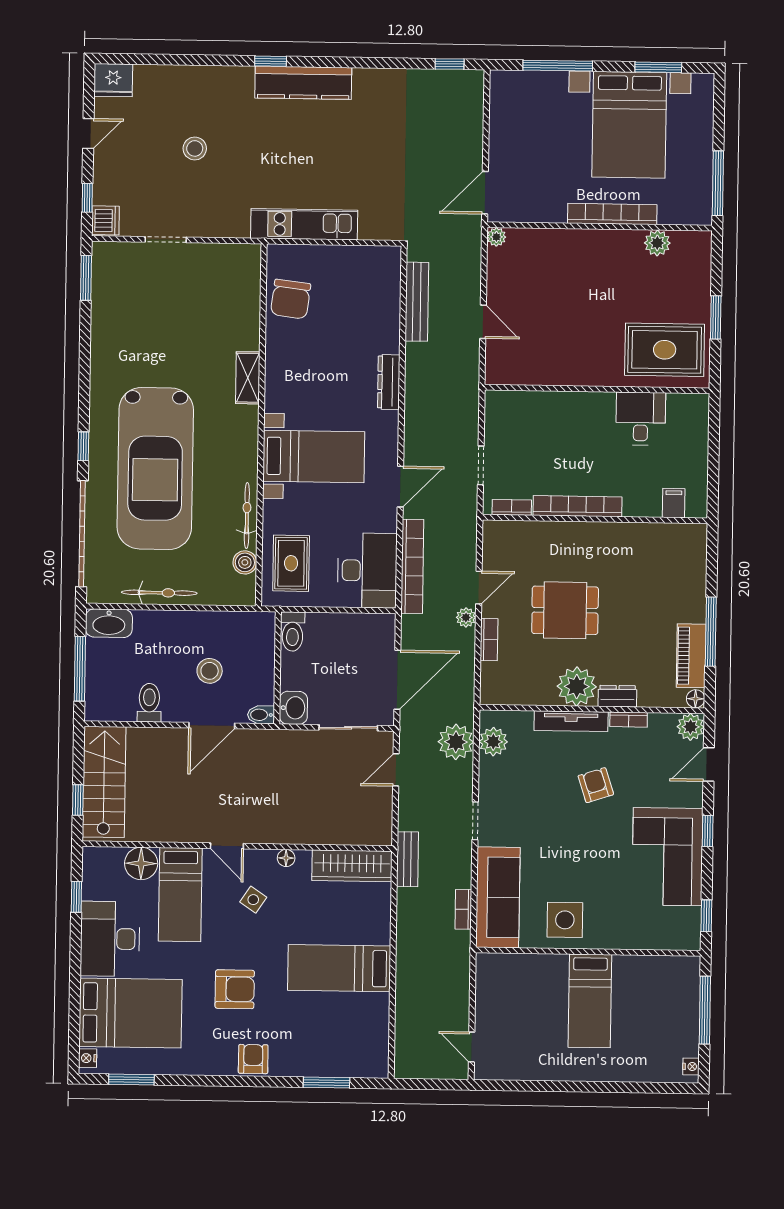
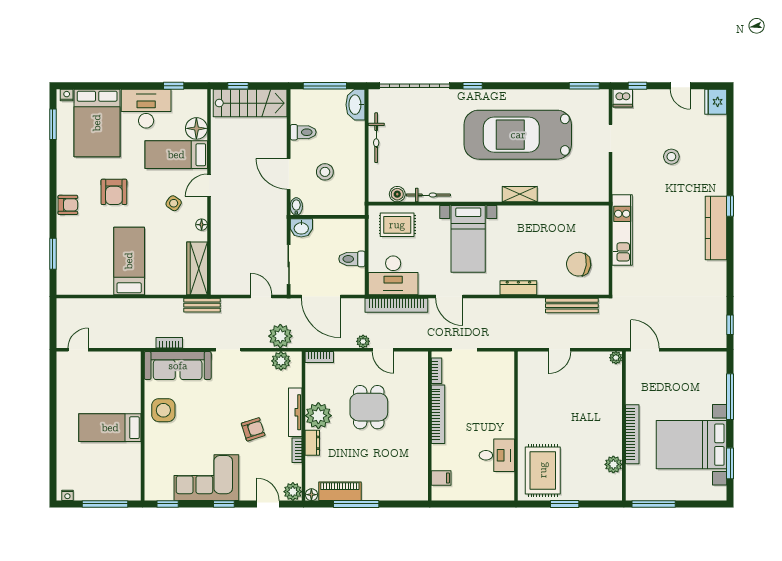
chair: (291, 299) -> (579, 264), moved
car: (155, 468) -> (518, 135), moved
toilet: (293, 631) -> (352, 259), moved
bookcase: (489, 640) -> (319, 357), moved

